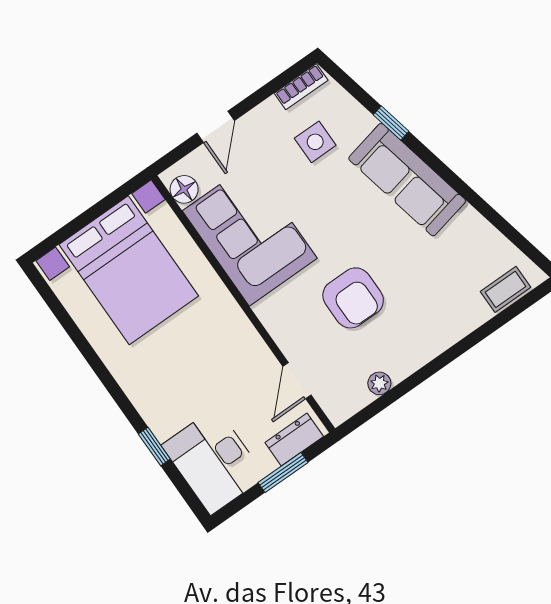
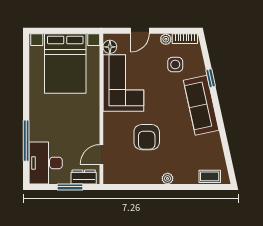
plant: (269, 110) -> (166, 39), added
plant: (379, 383) -> (168, 178), moved
window: (154, 447) -> (26, 141), width x2.17

